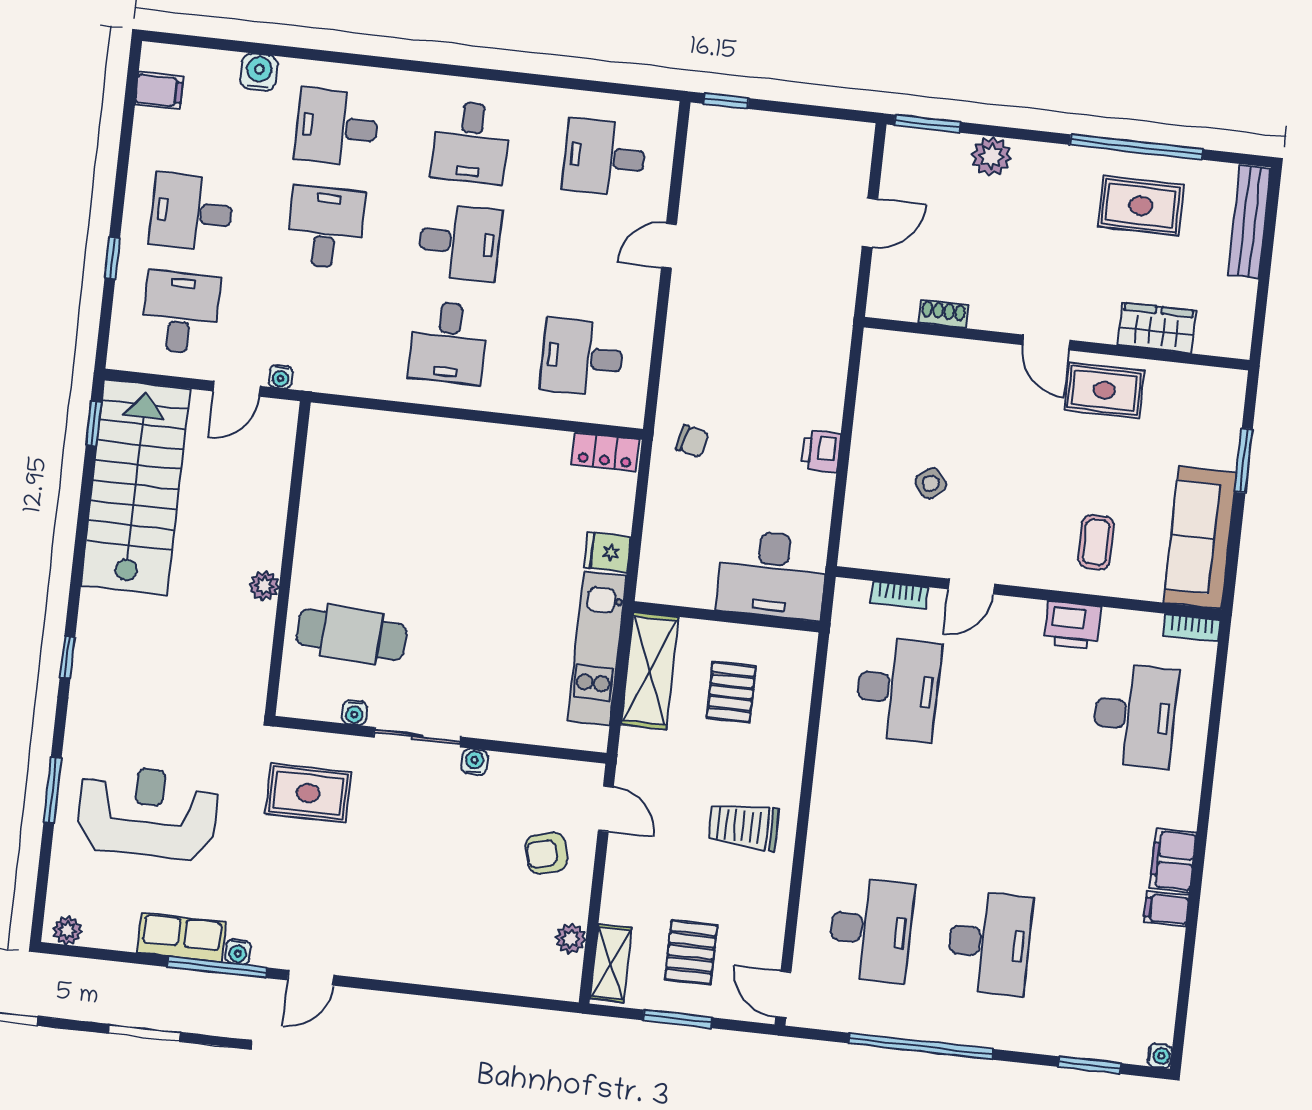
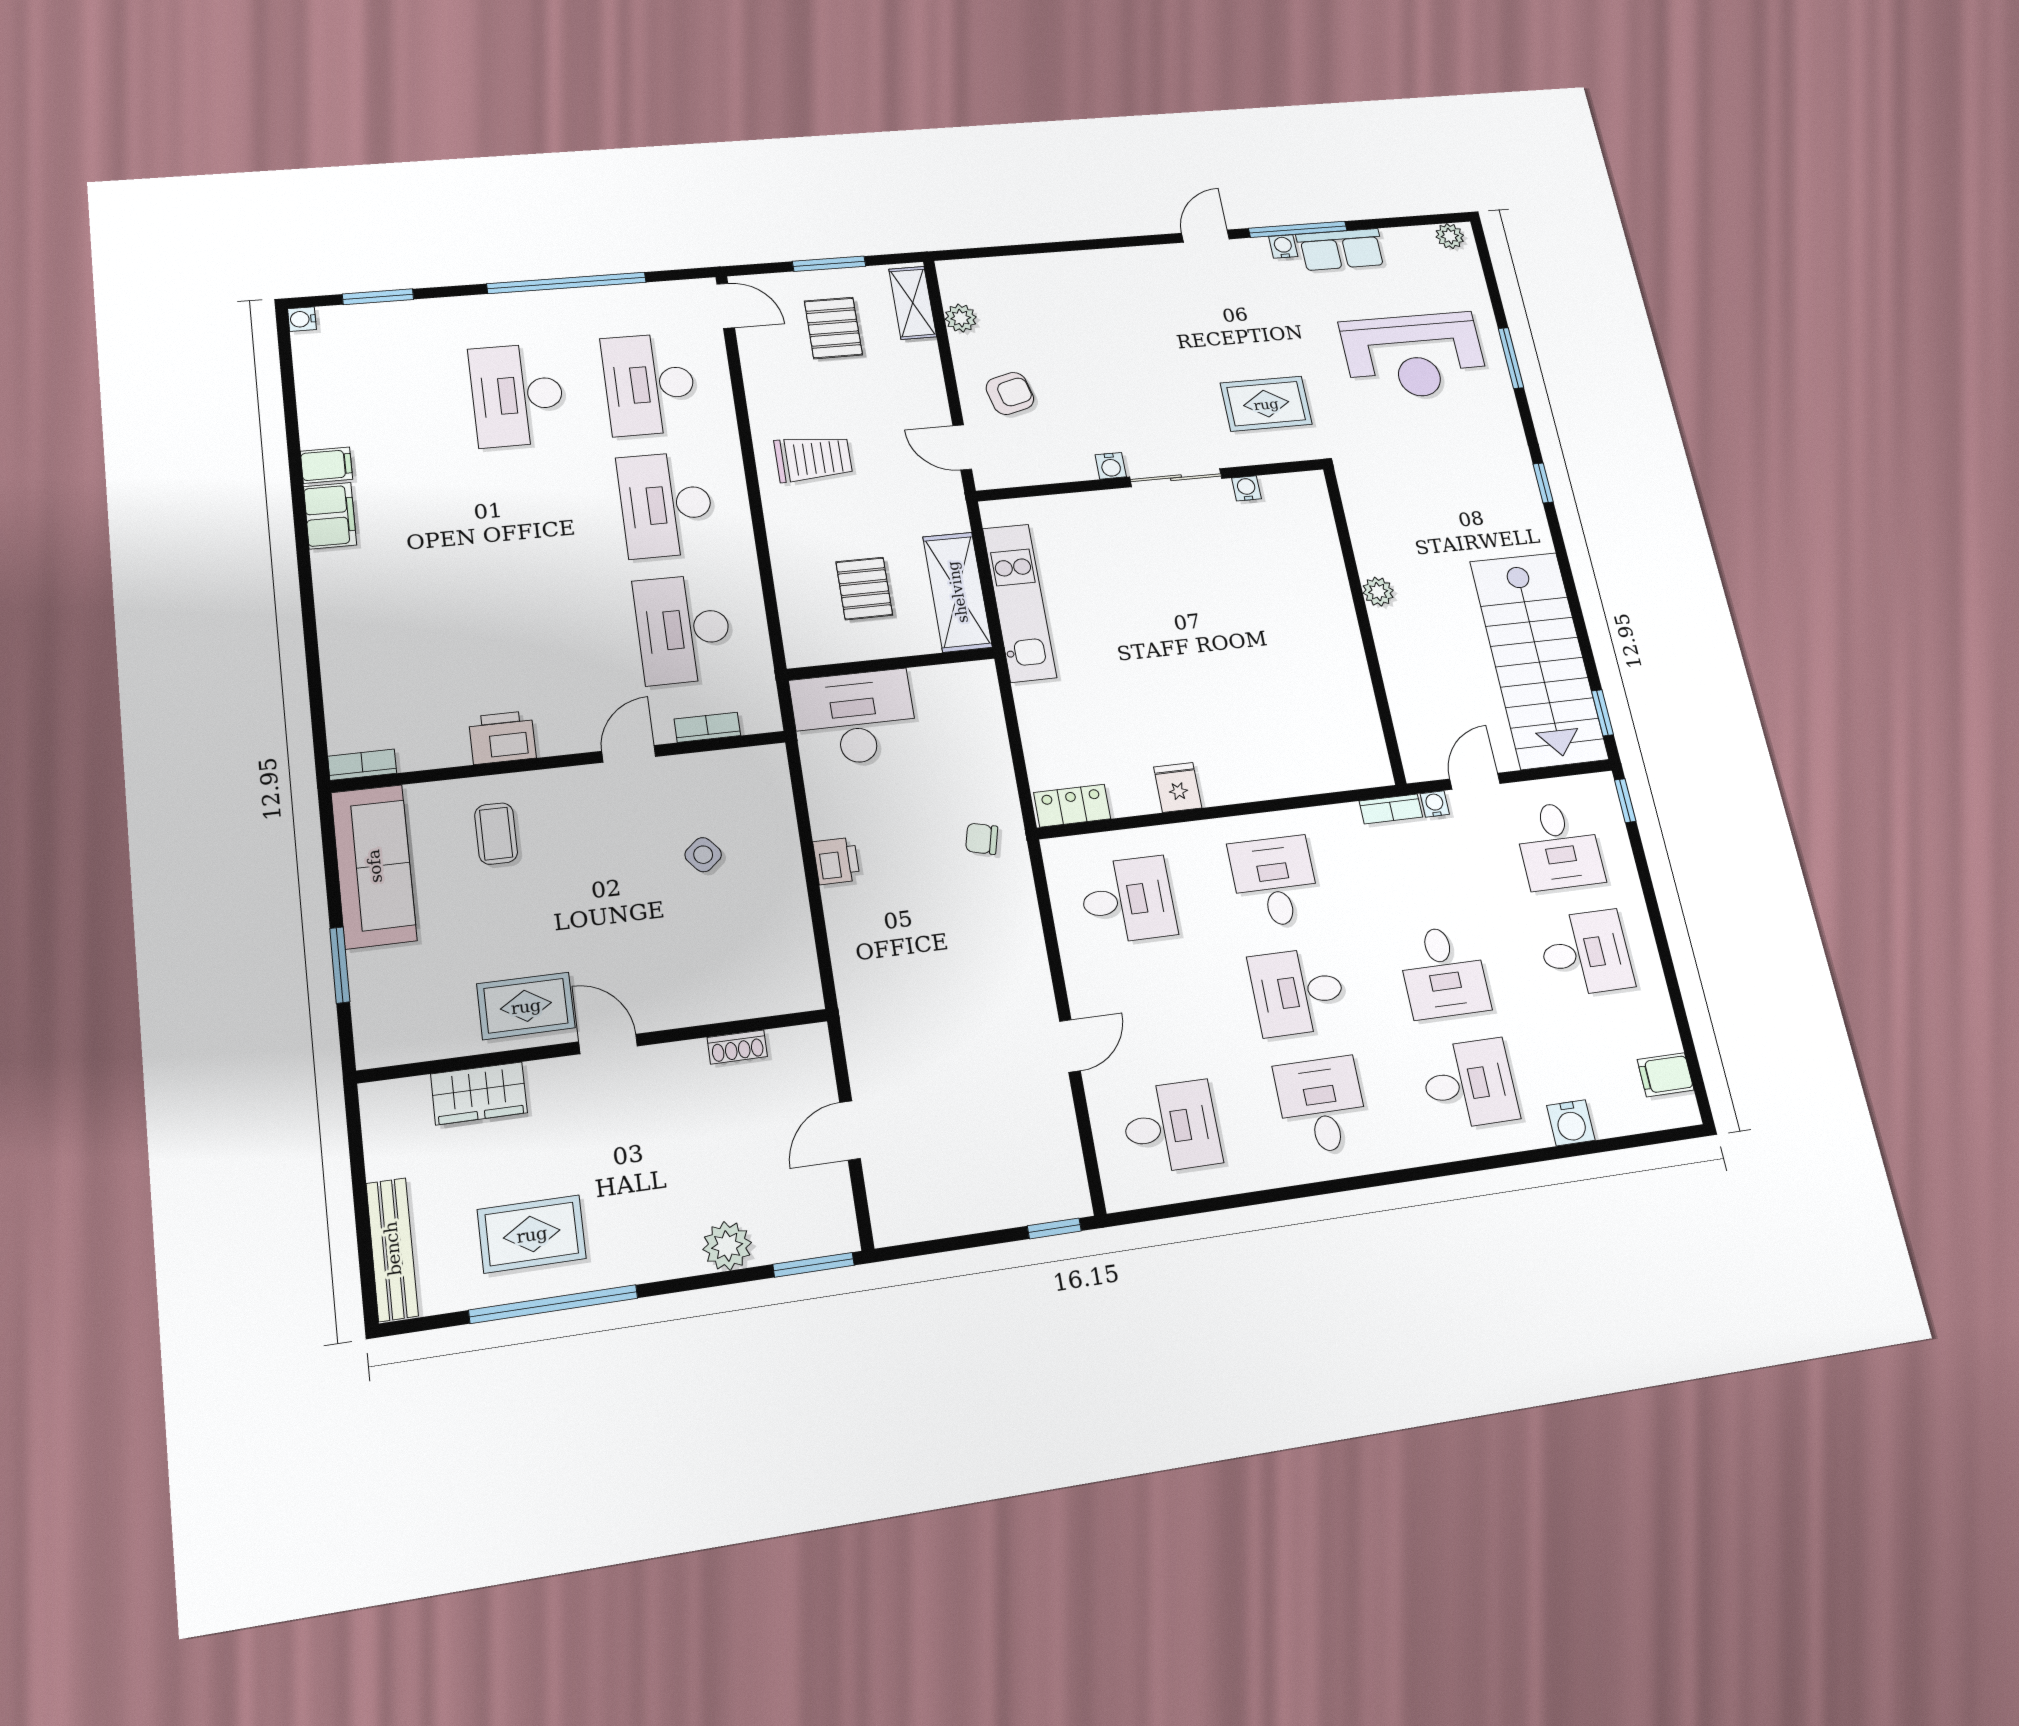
window: (112, 258) -> (1625, 801), moved
bookcase: (322, 382) -> (1391, 809), added
fridge: (608, 552) -> (1178, 787), moved, turned -90
cafe table: (351, 635) -> (1275, 563), removed
desk: (1135, 716) -> (666, 505), moved

